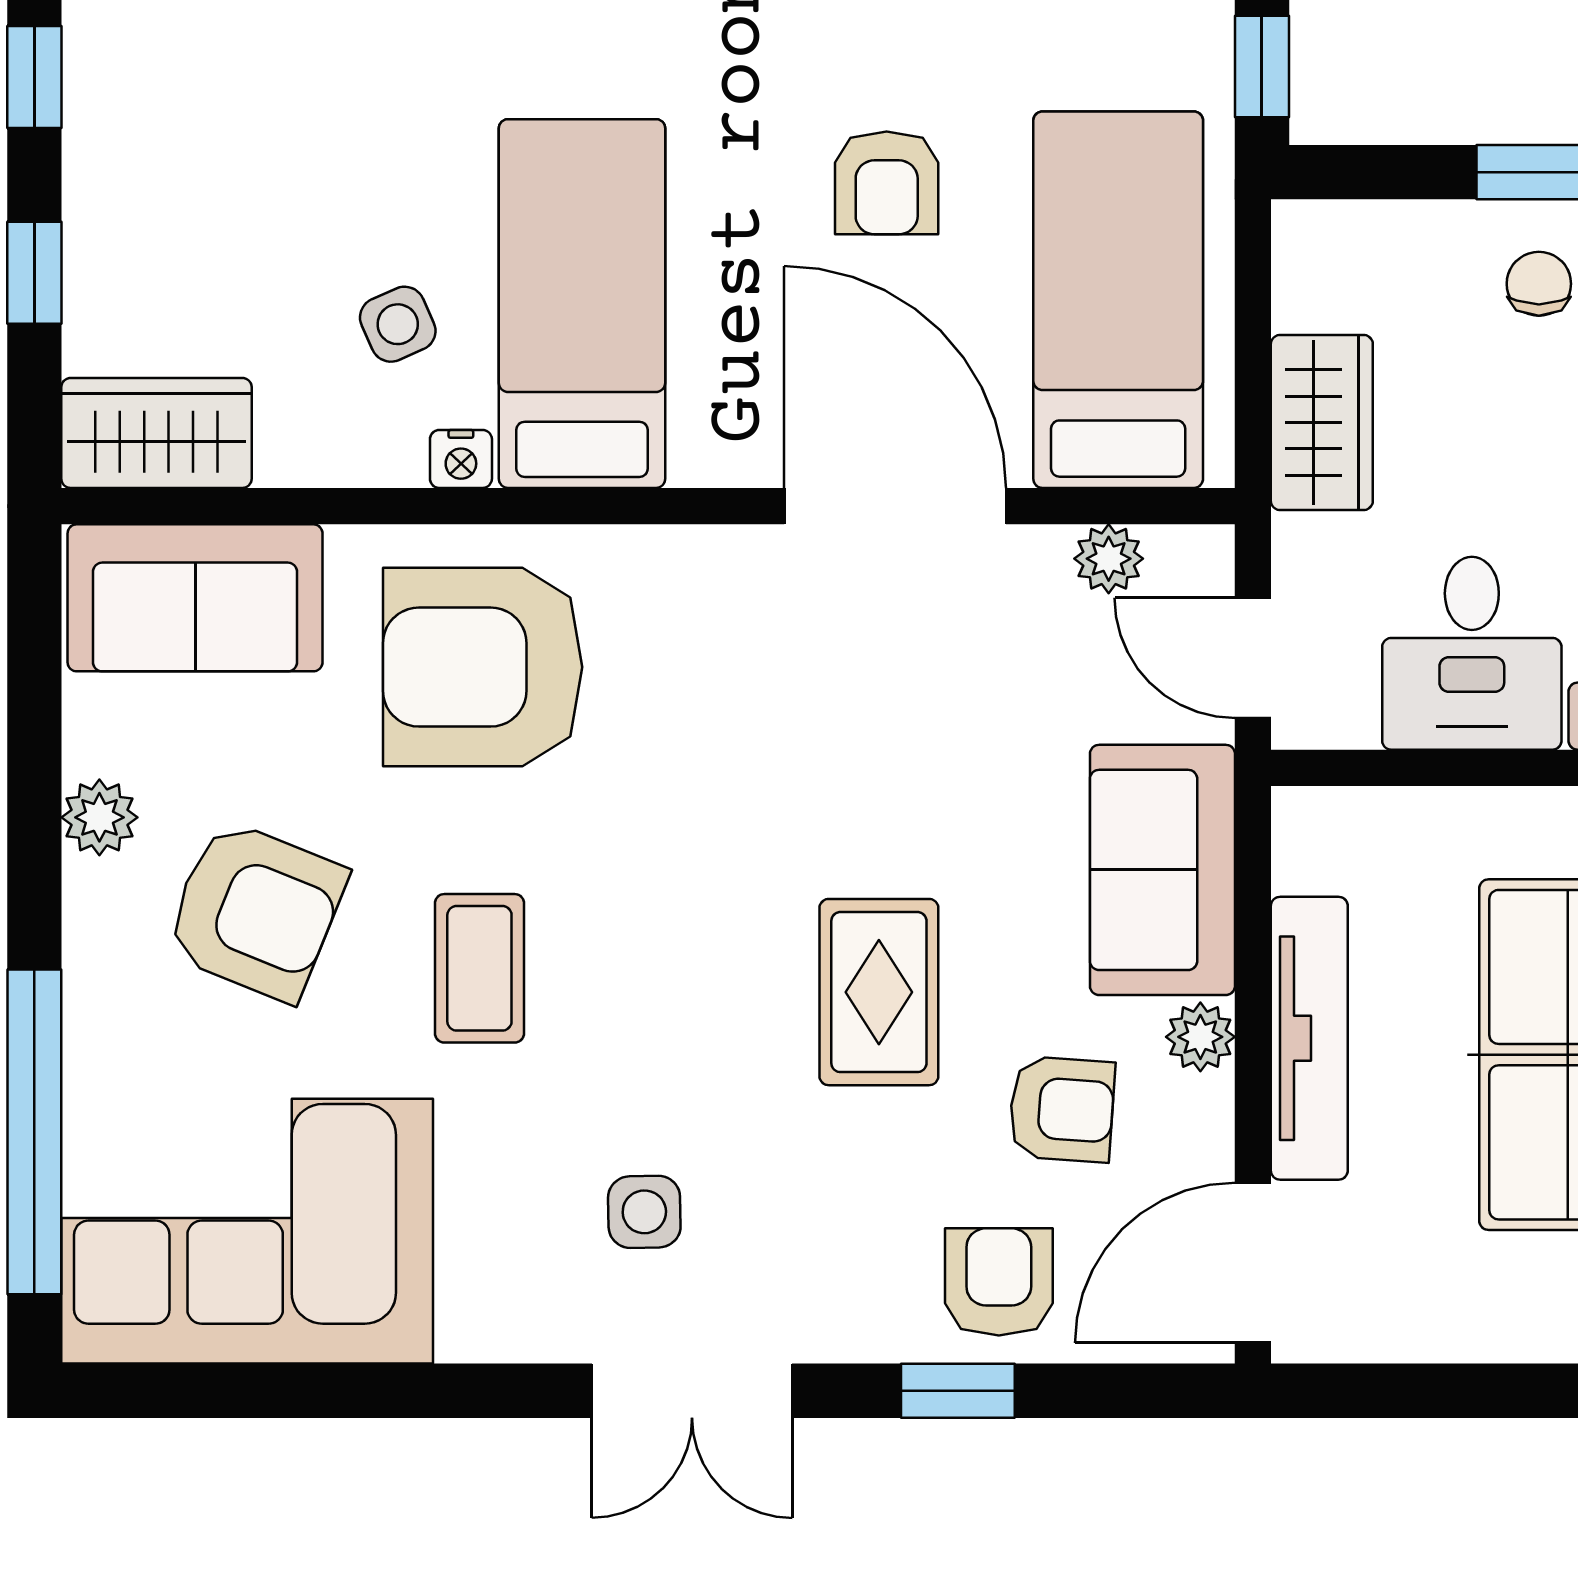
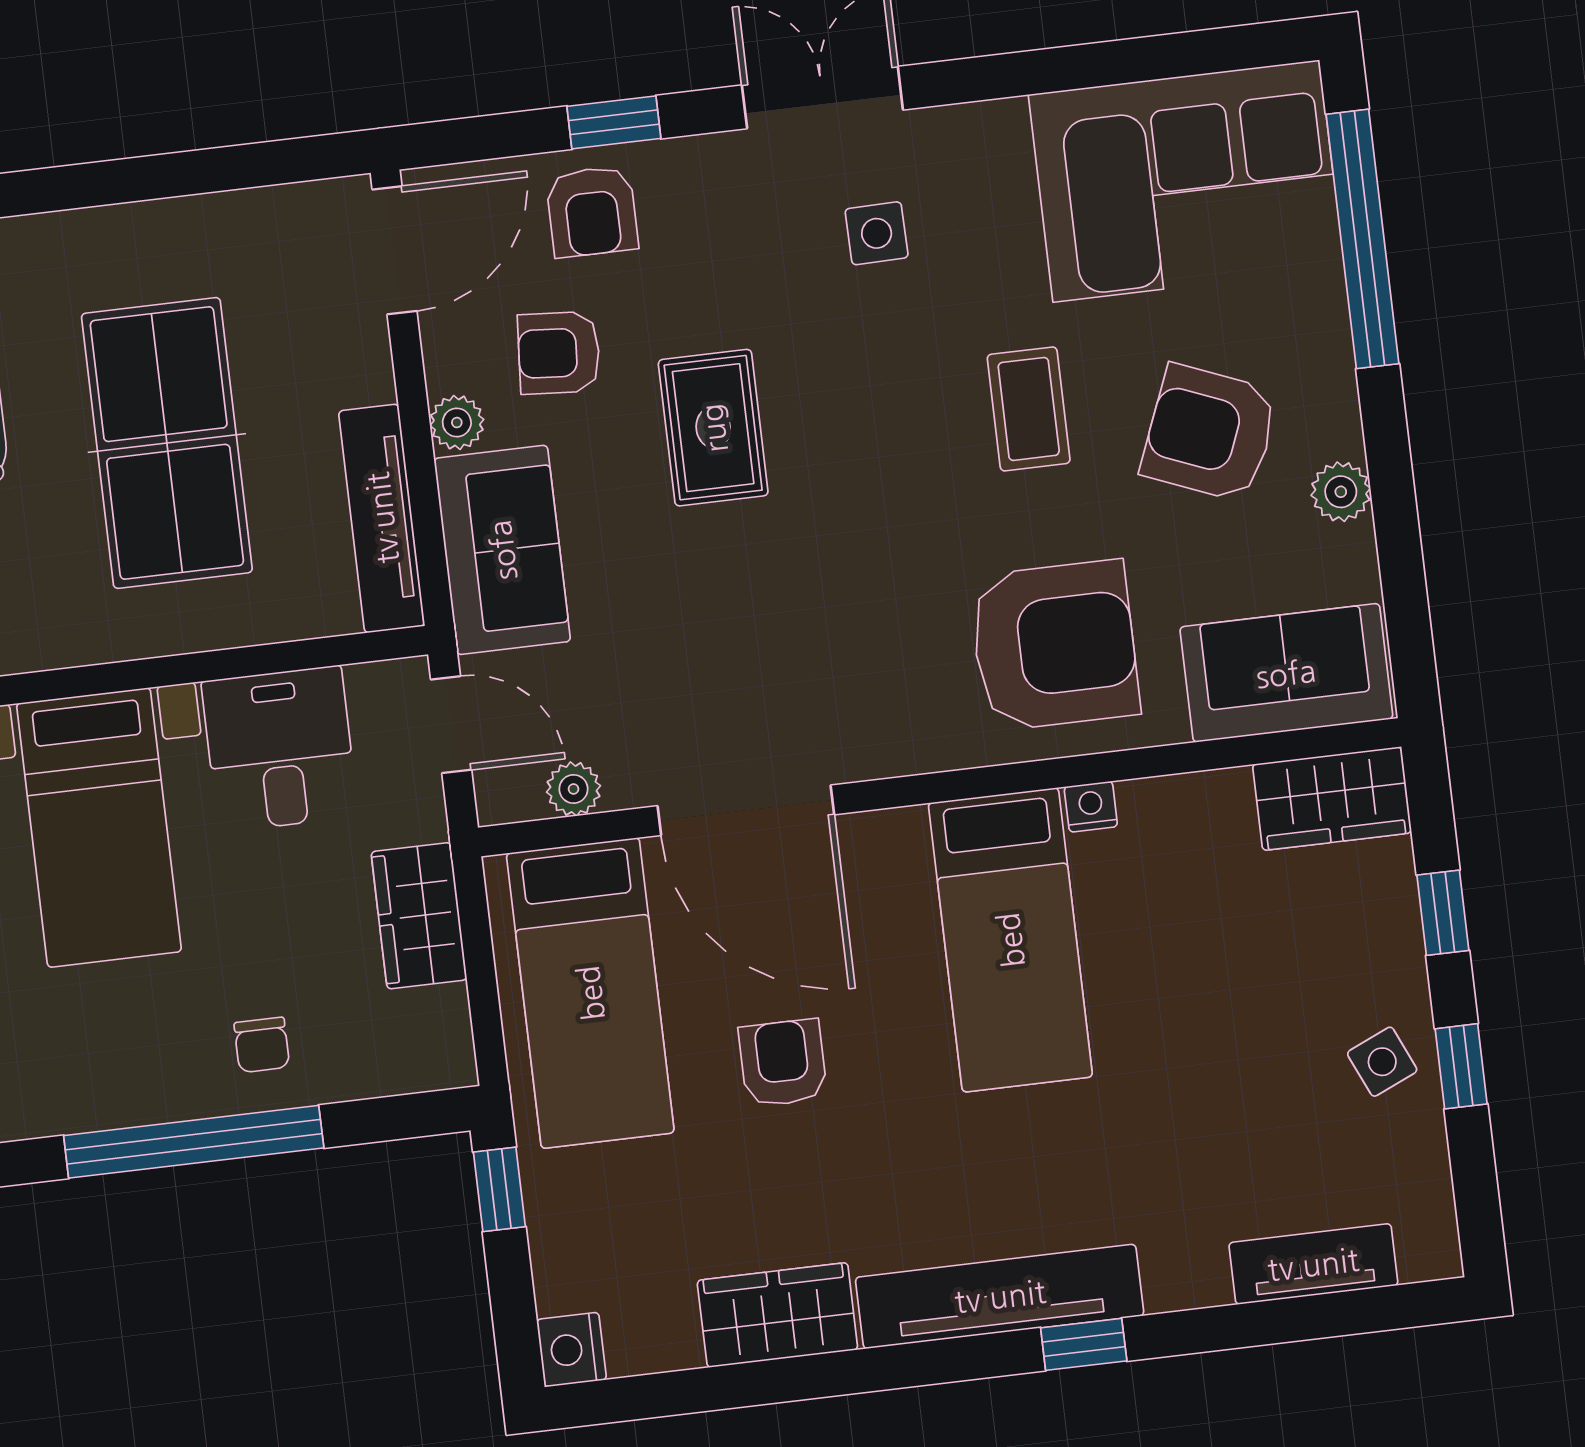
side table: (398, 324) -> (1382, 1062), moved
tv unit: (1309, 1038) -> (382, 518), moved

